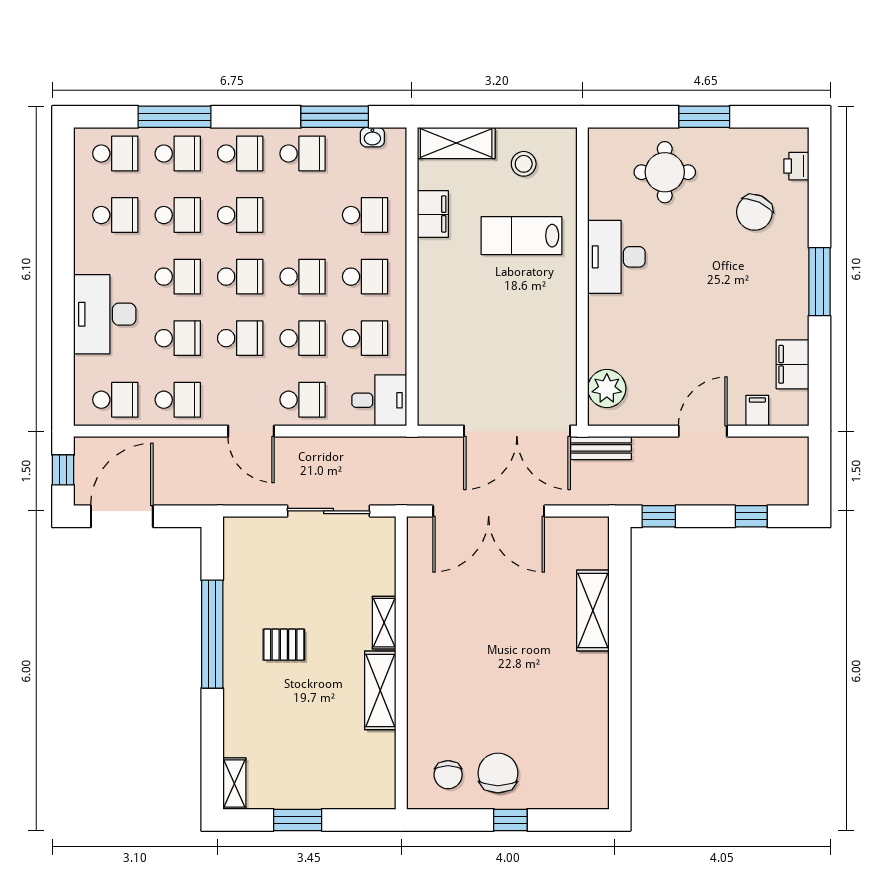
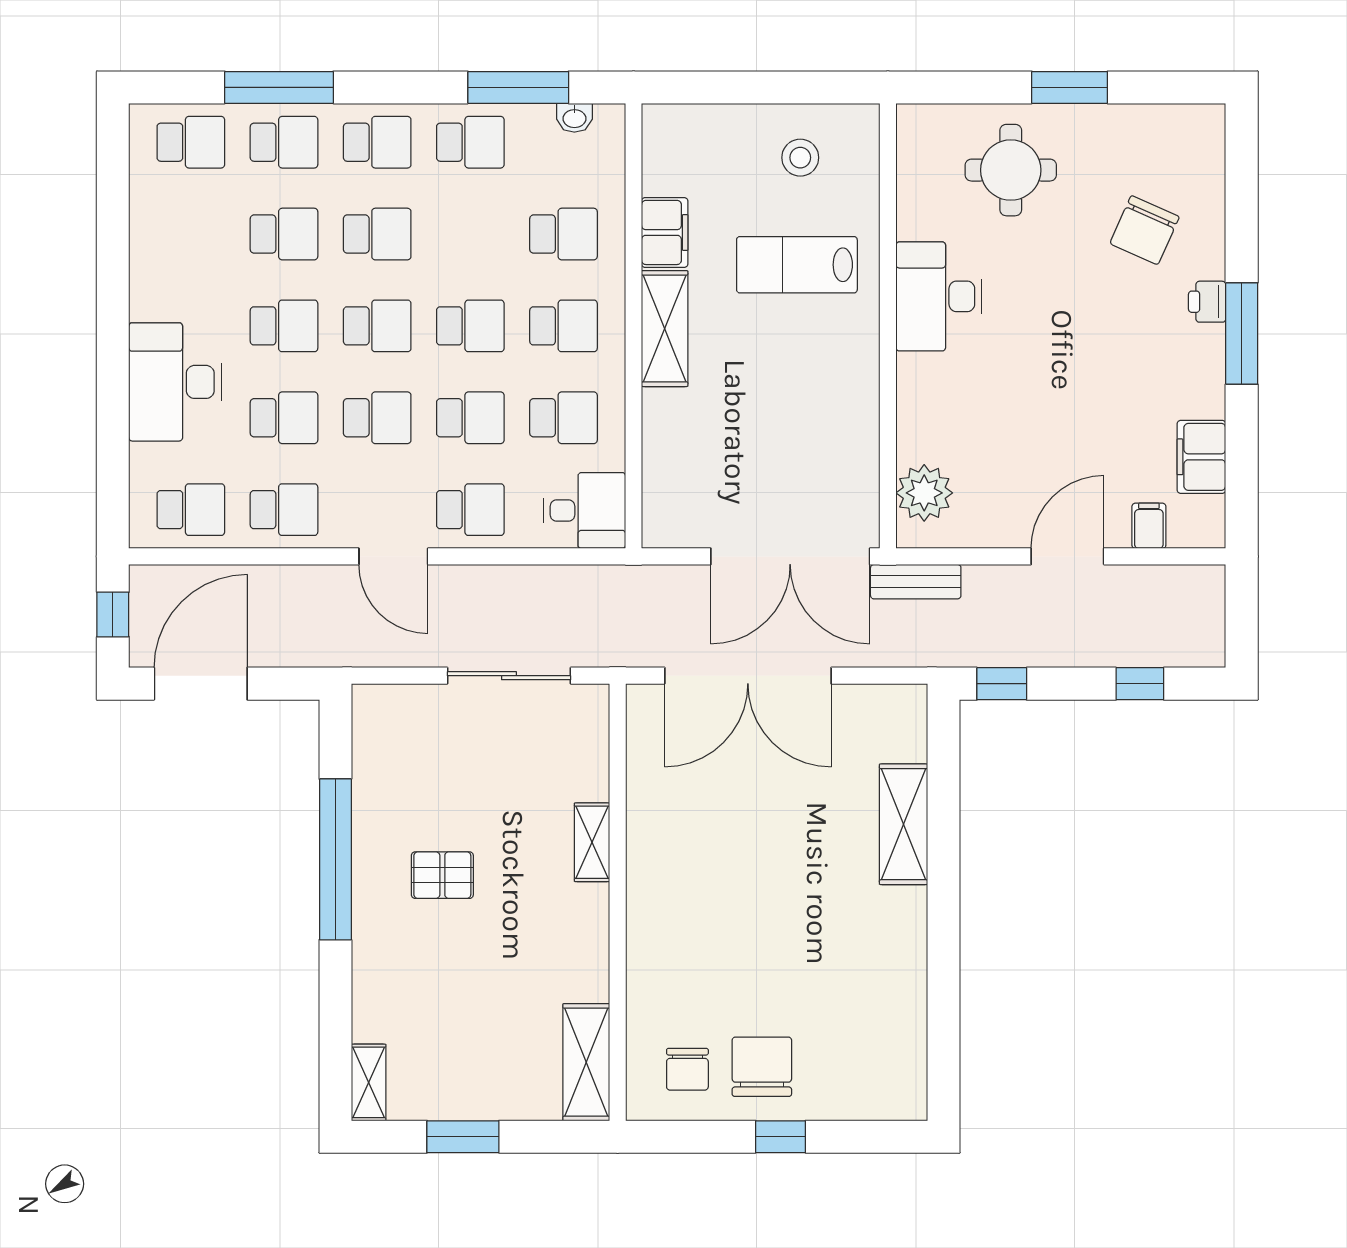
shelving: (456, 143) -> (665, 329), moved, turned 90
printer: (796, 166) -> (1207, 302), moved
school desk: (115, 215) -> (191, 234), removed
shelving: (380, 690) -> (586, 1062), moved

